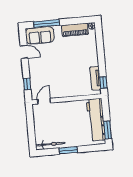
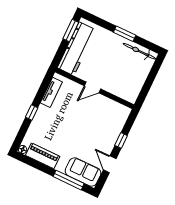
window: (103, 83) -> (32, 113), moved
window: (27, 84) -> (121, 140), moved
door: (44, 101) -> (92, 87), moved

